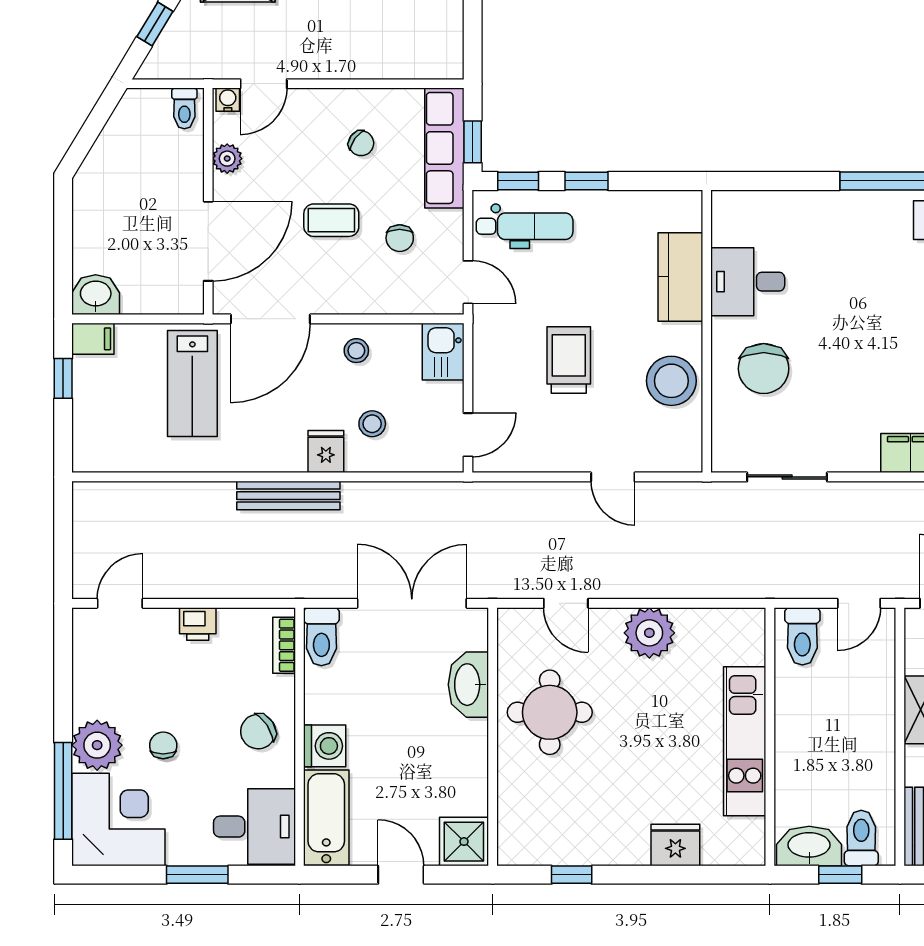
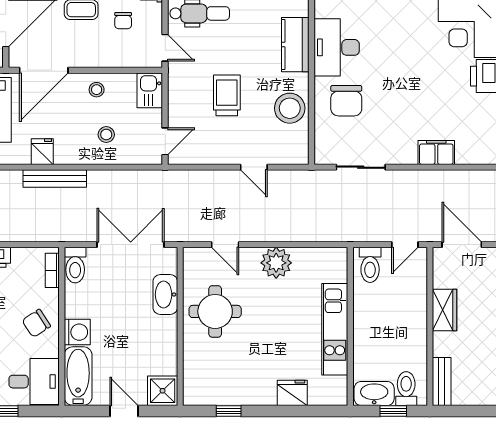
desk: (748, 282) -> (337, 47), width x1.37
fridge: (326, 451) -> (42, 152), moved

